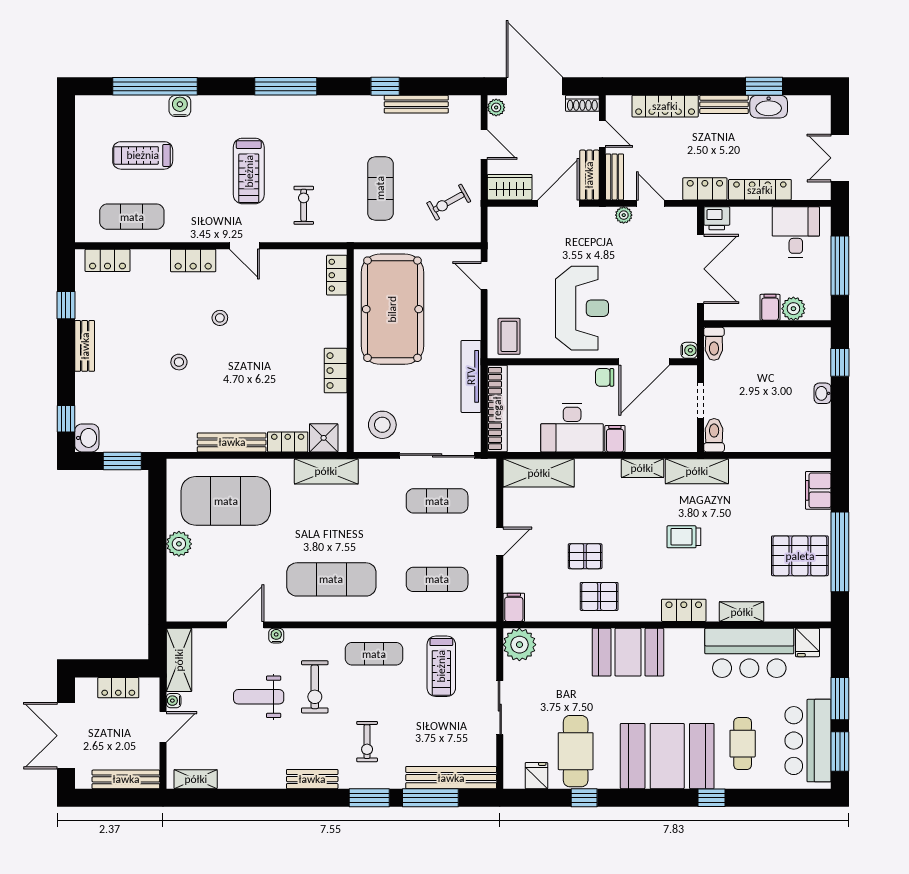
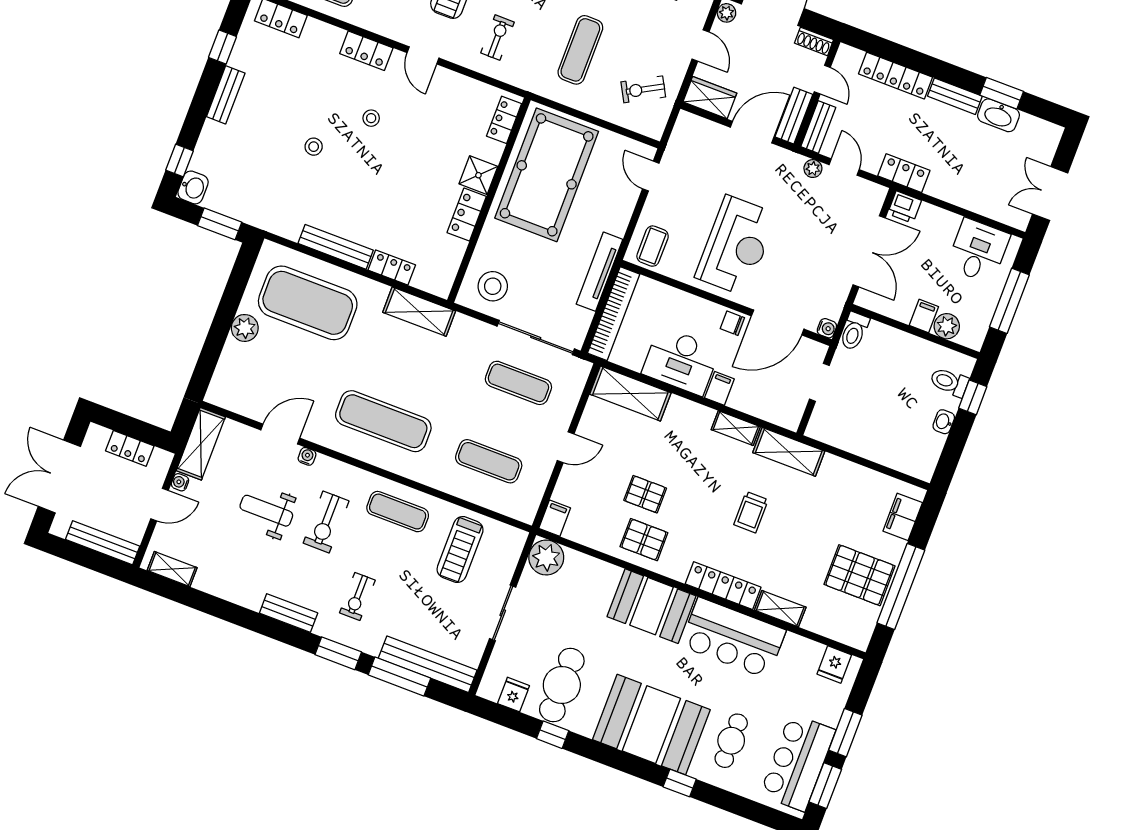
locker: (760, 190) -> (958, 195), removed
toilet: (714, 435) -> (949, 382), moved, turned -90
shower: (324, 438) -> (478, 175), moved
trolley: (684, 537) -> (751, 512), turned -90
locker: (684, 610) -> (723, 586), width x1.53
bar counter: (749, 653) -> (733, 638), moved

